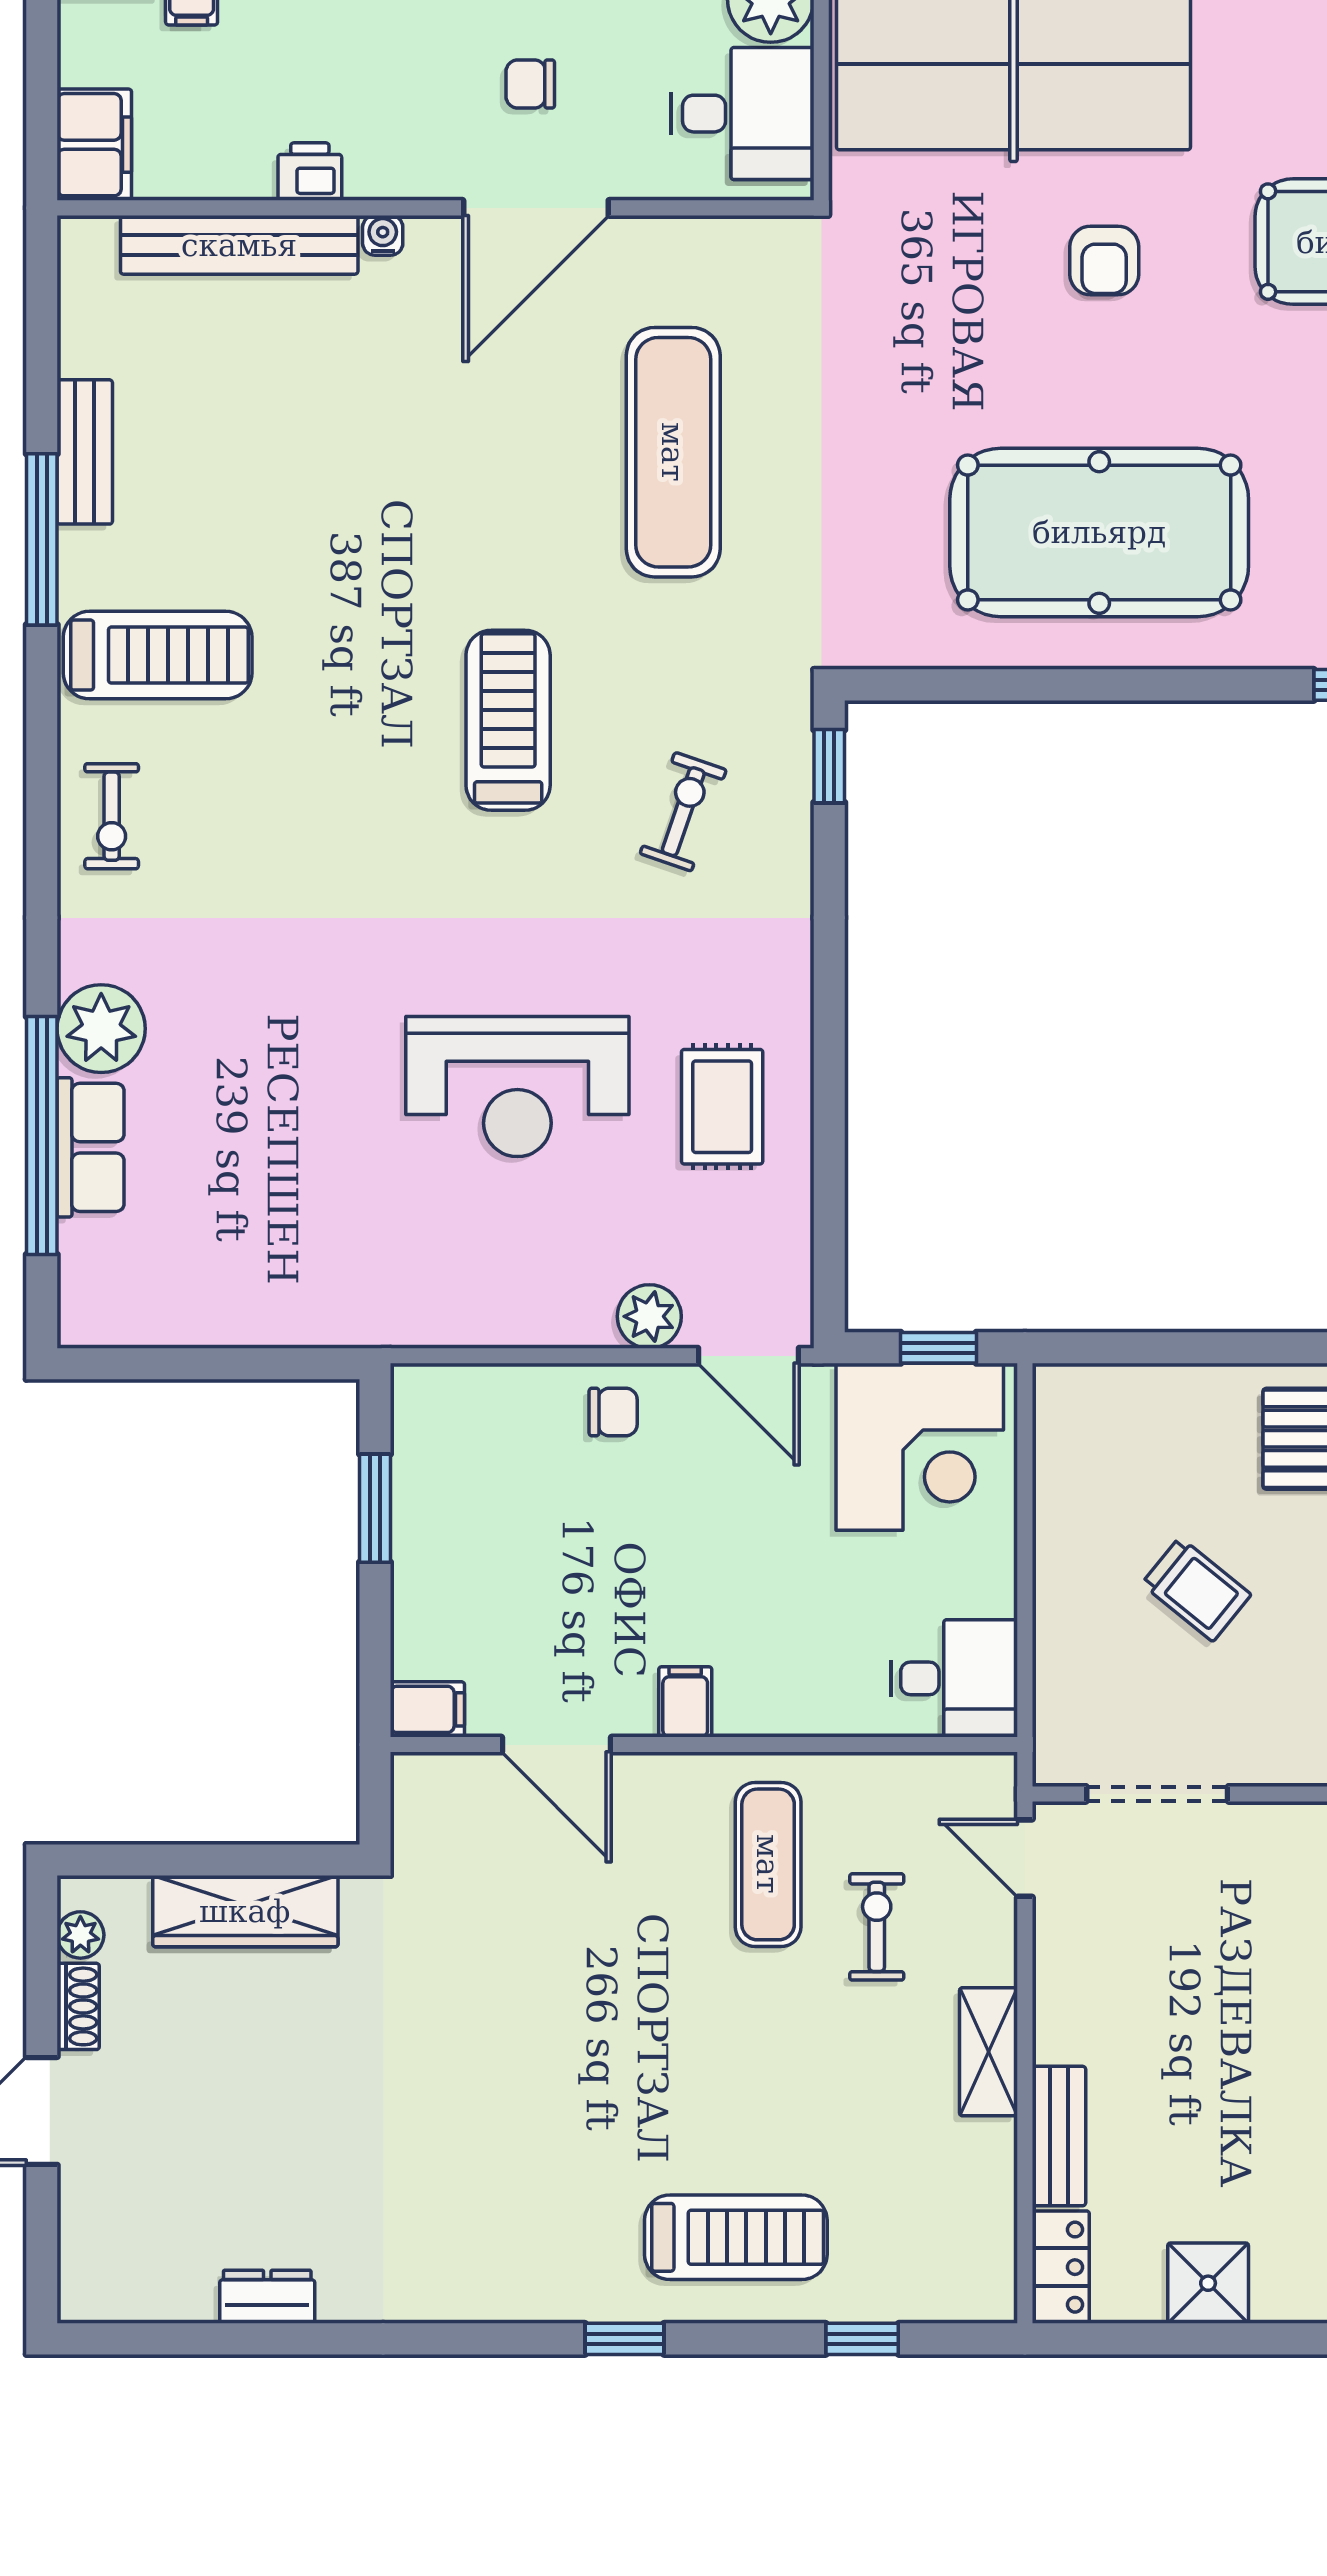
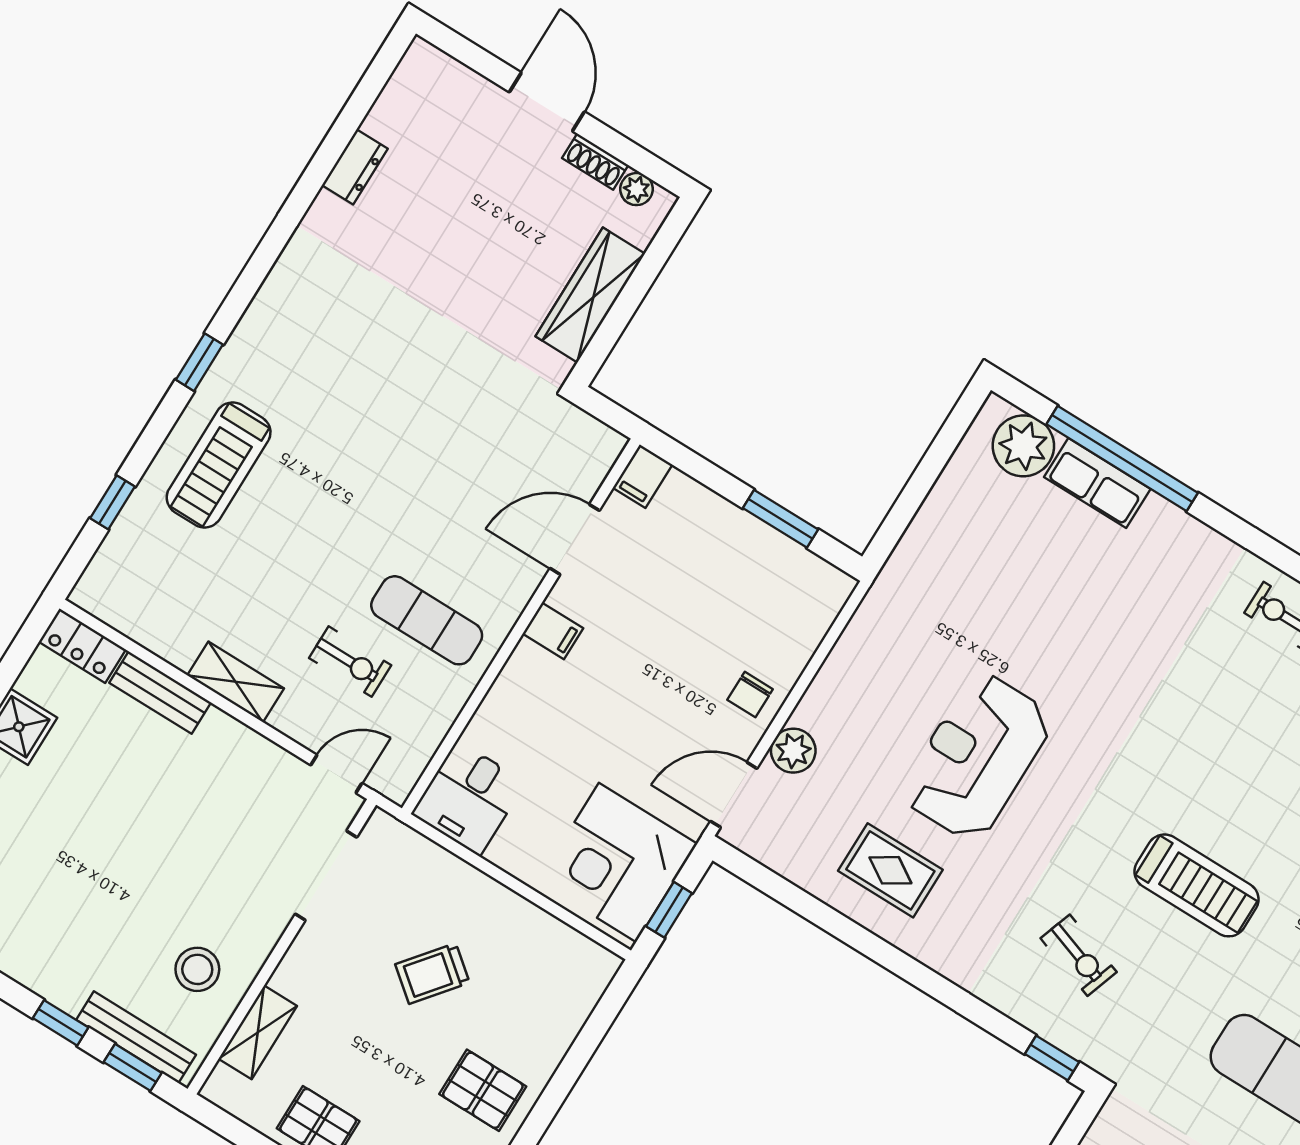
plant: (101, 1029) -> (1023, 446), moved

